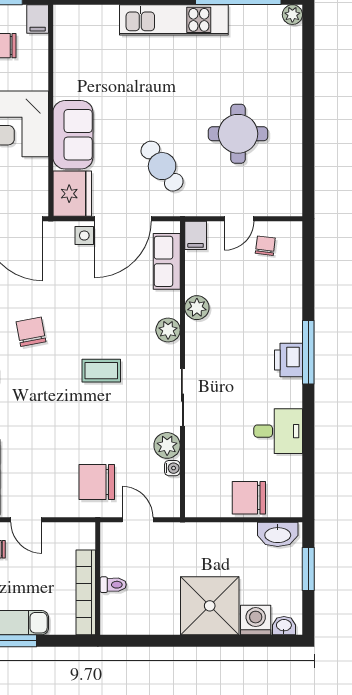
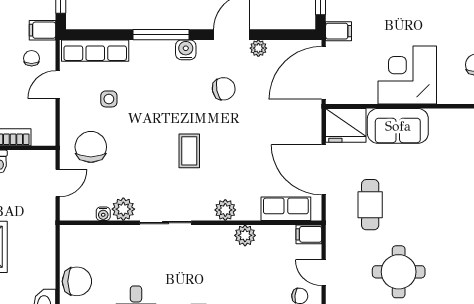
cafe table: (162, 166) -> (370, 205), turned -54
side table: (84, 236) -> (109, 99), moved
chair: (249, 498) -> (77, 281), turned 90

